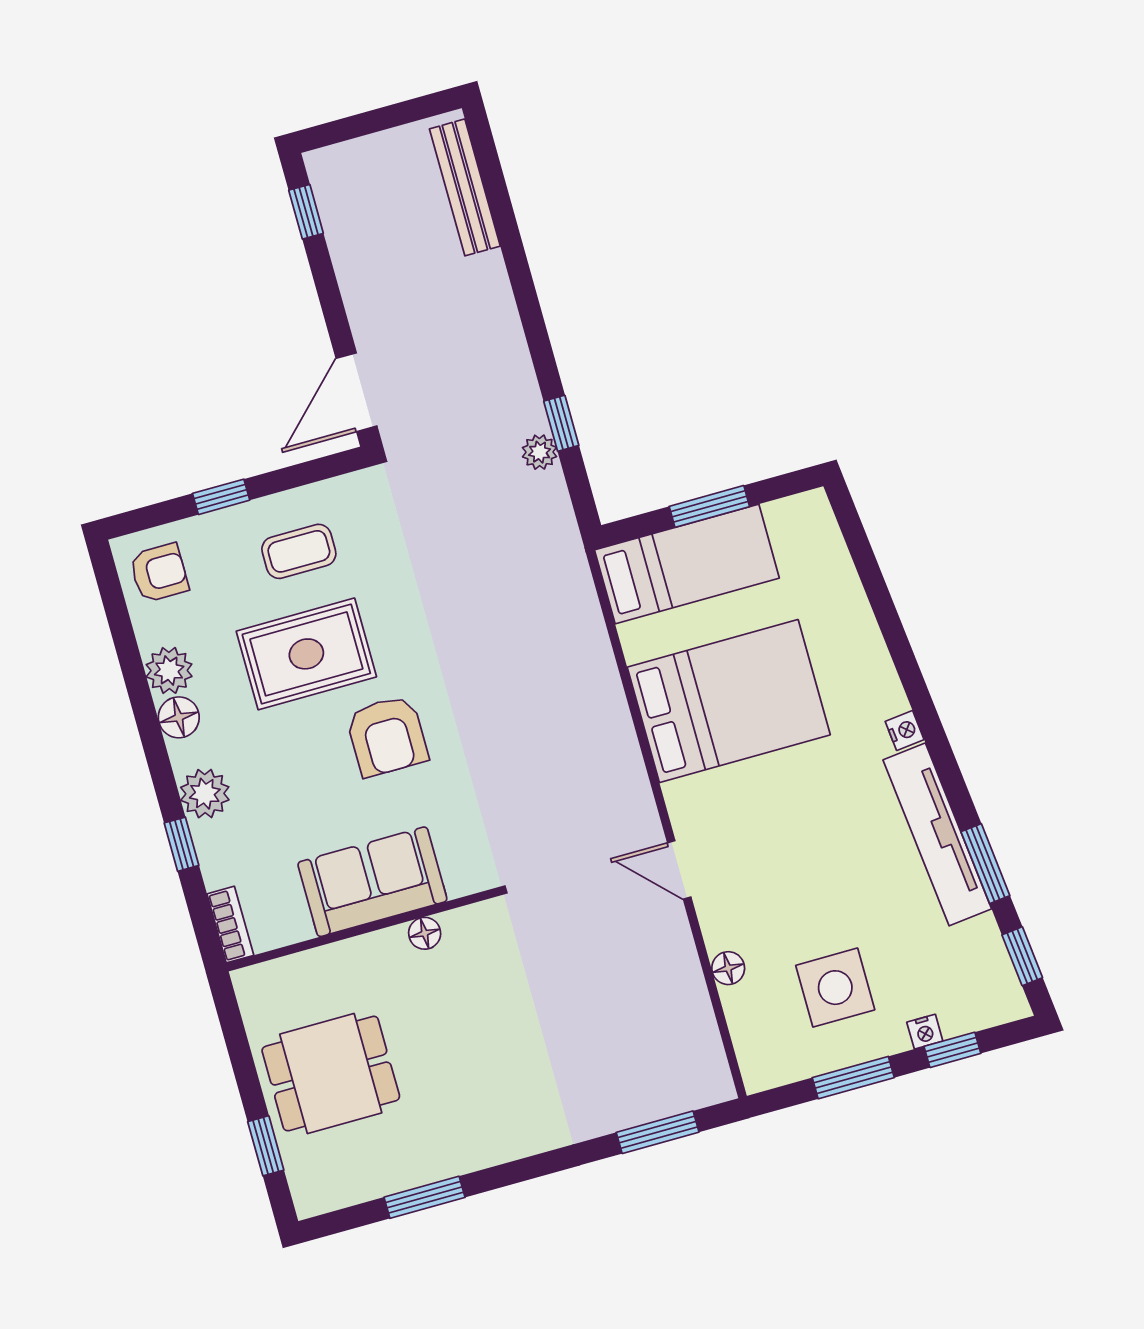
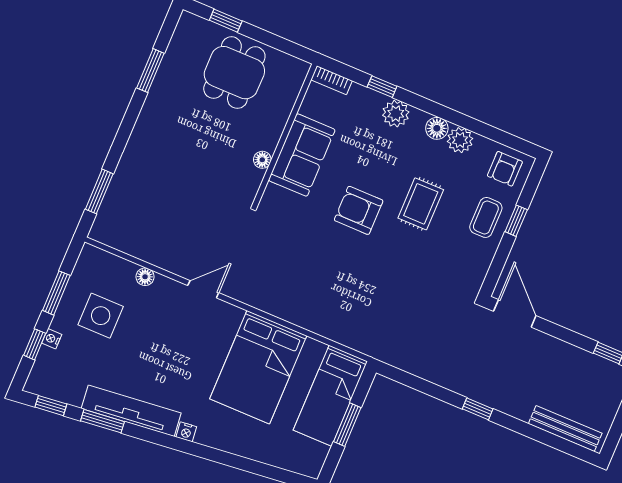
window: (561, 423) -> (478, 409), moved
plant: (540, 452) -> (428, 371), removed
coffee table: (299, 551) -> (486, 217), moved
rug: (306, 654) -> (421, 204), width x0.73, depth x0.70

